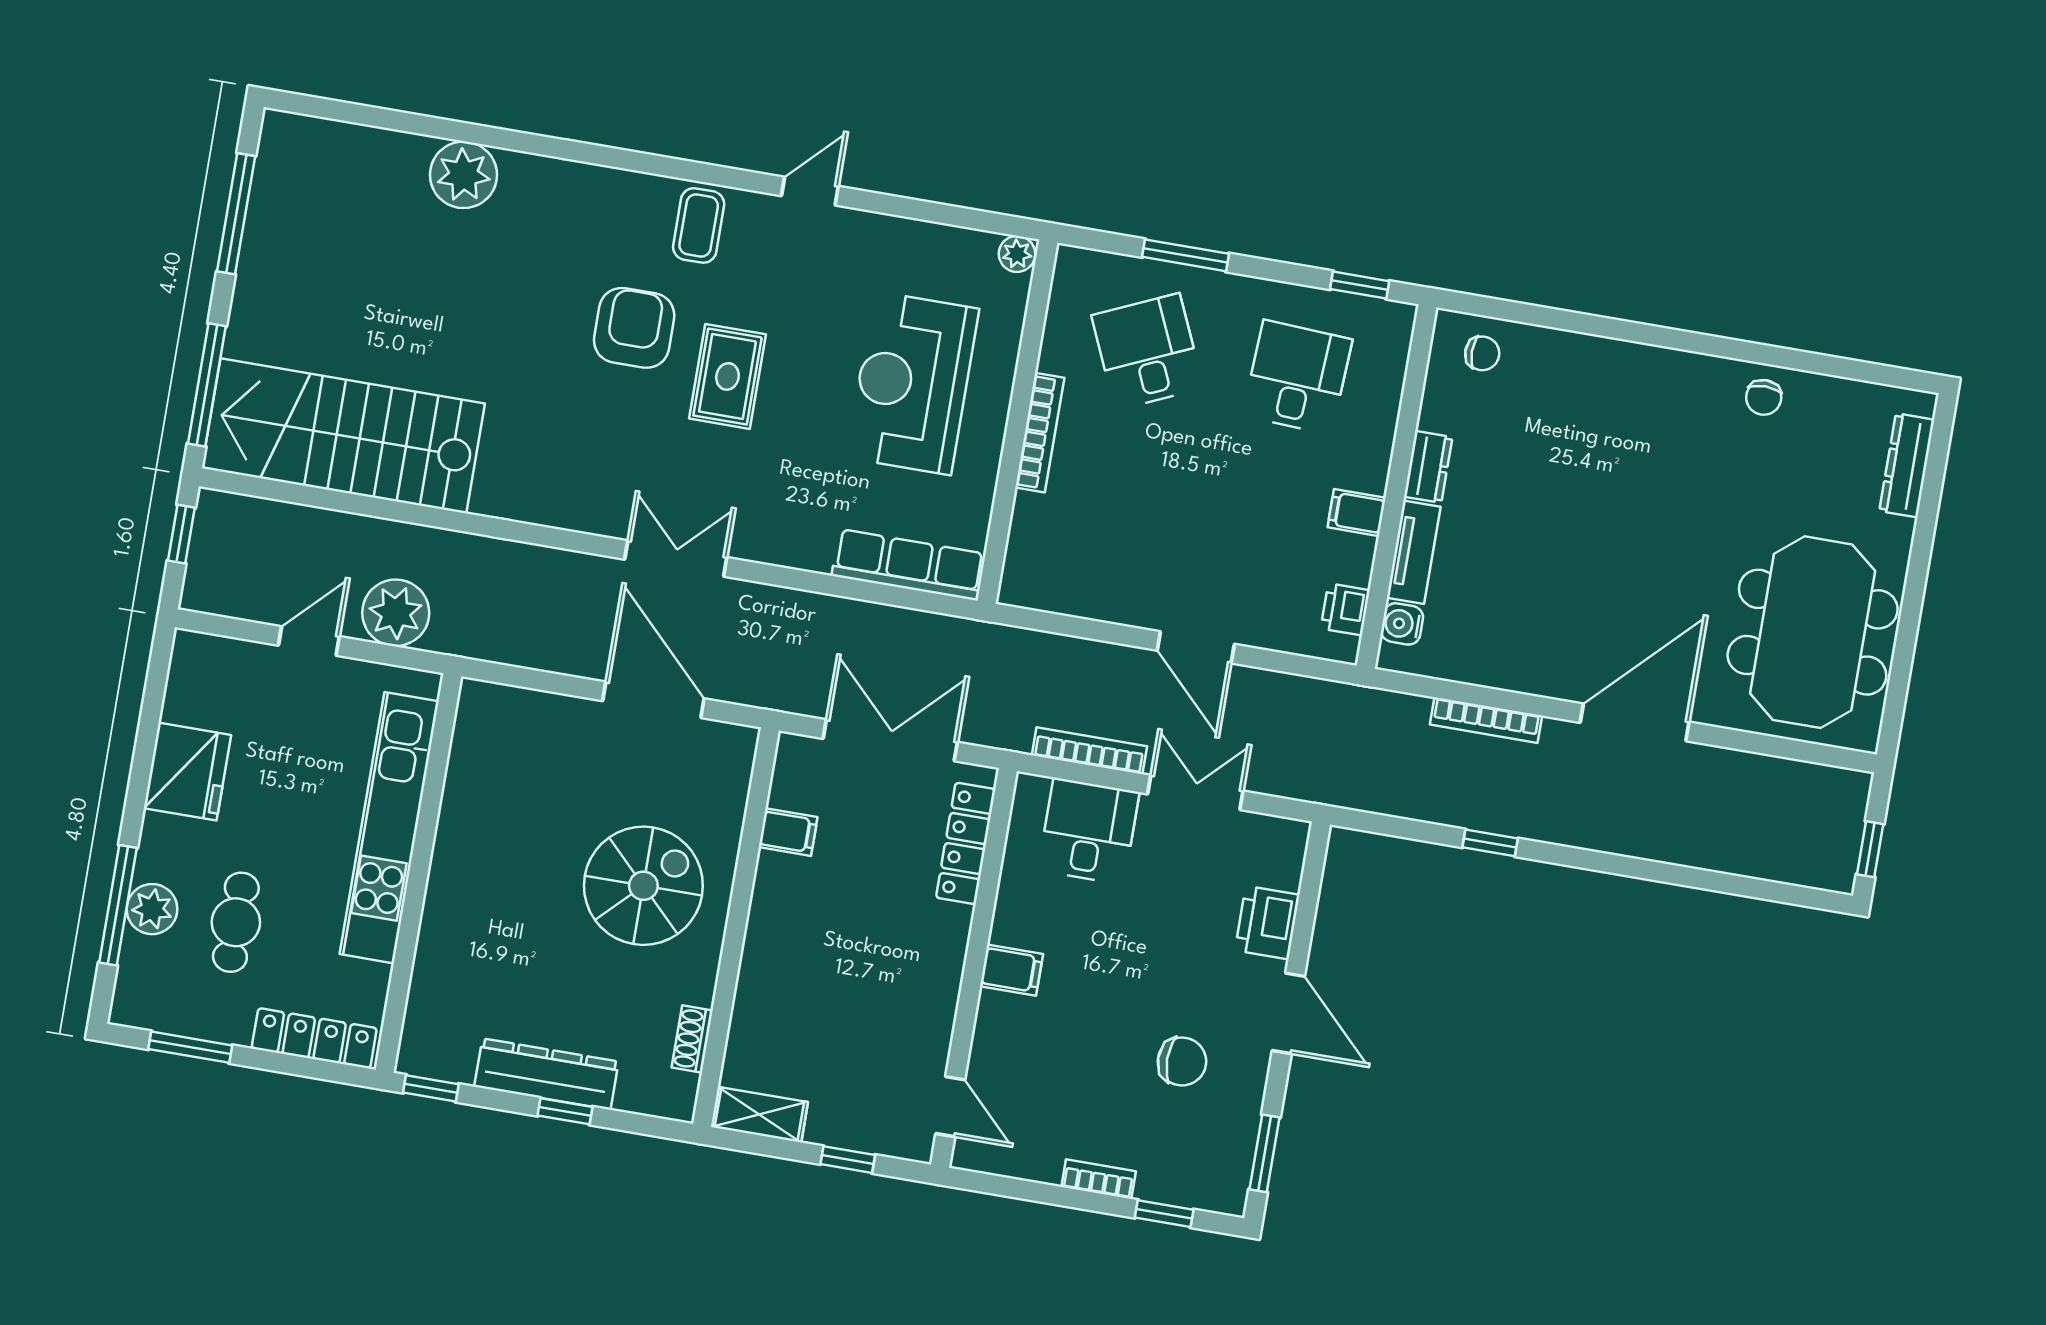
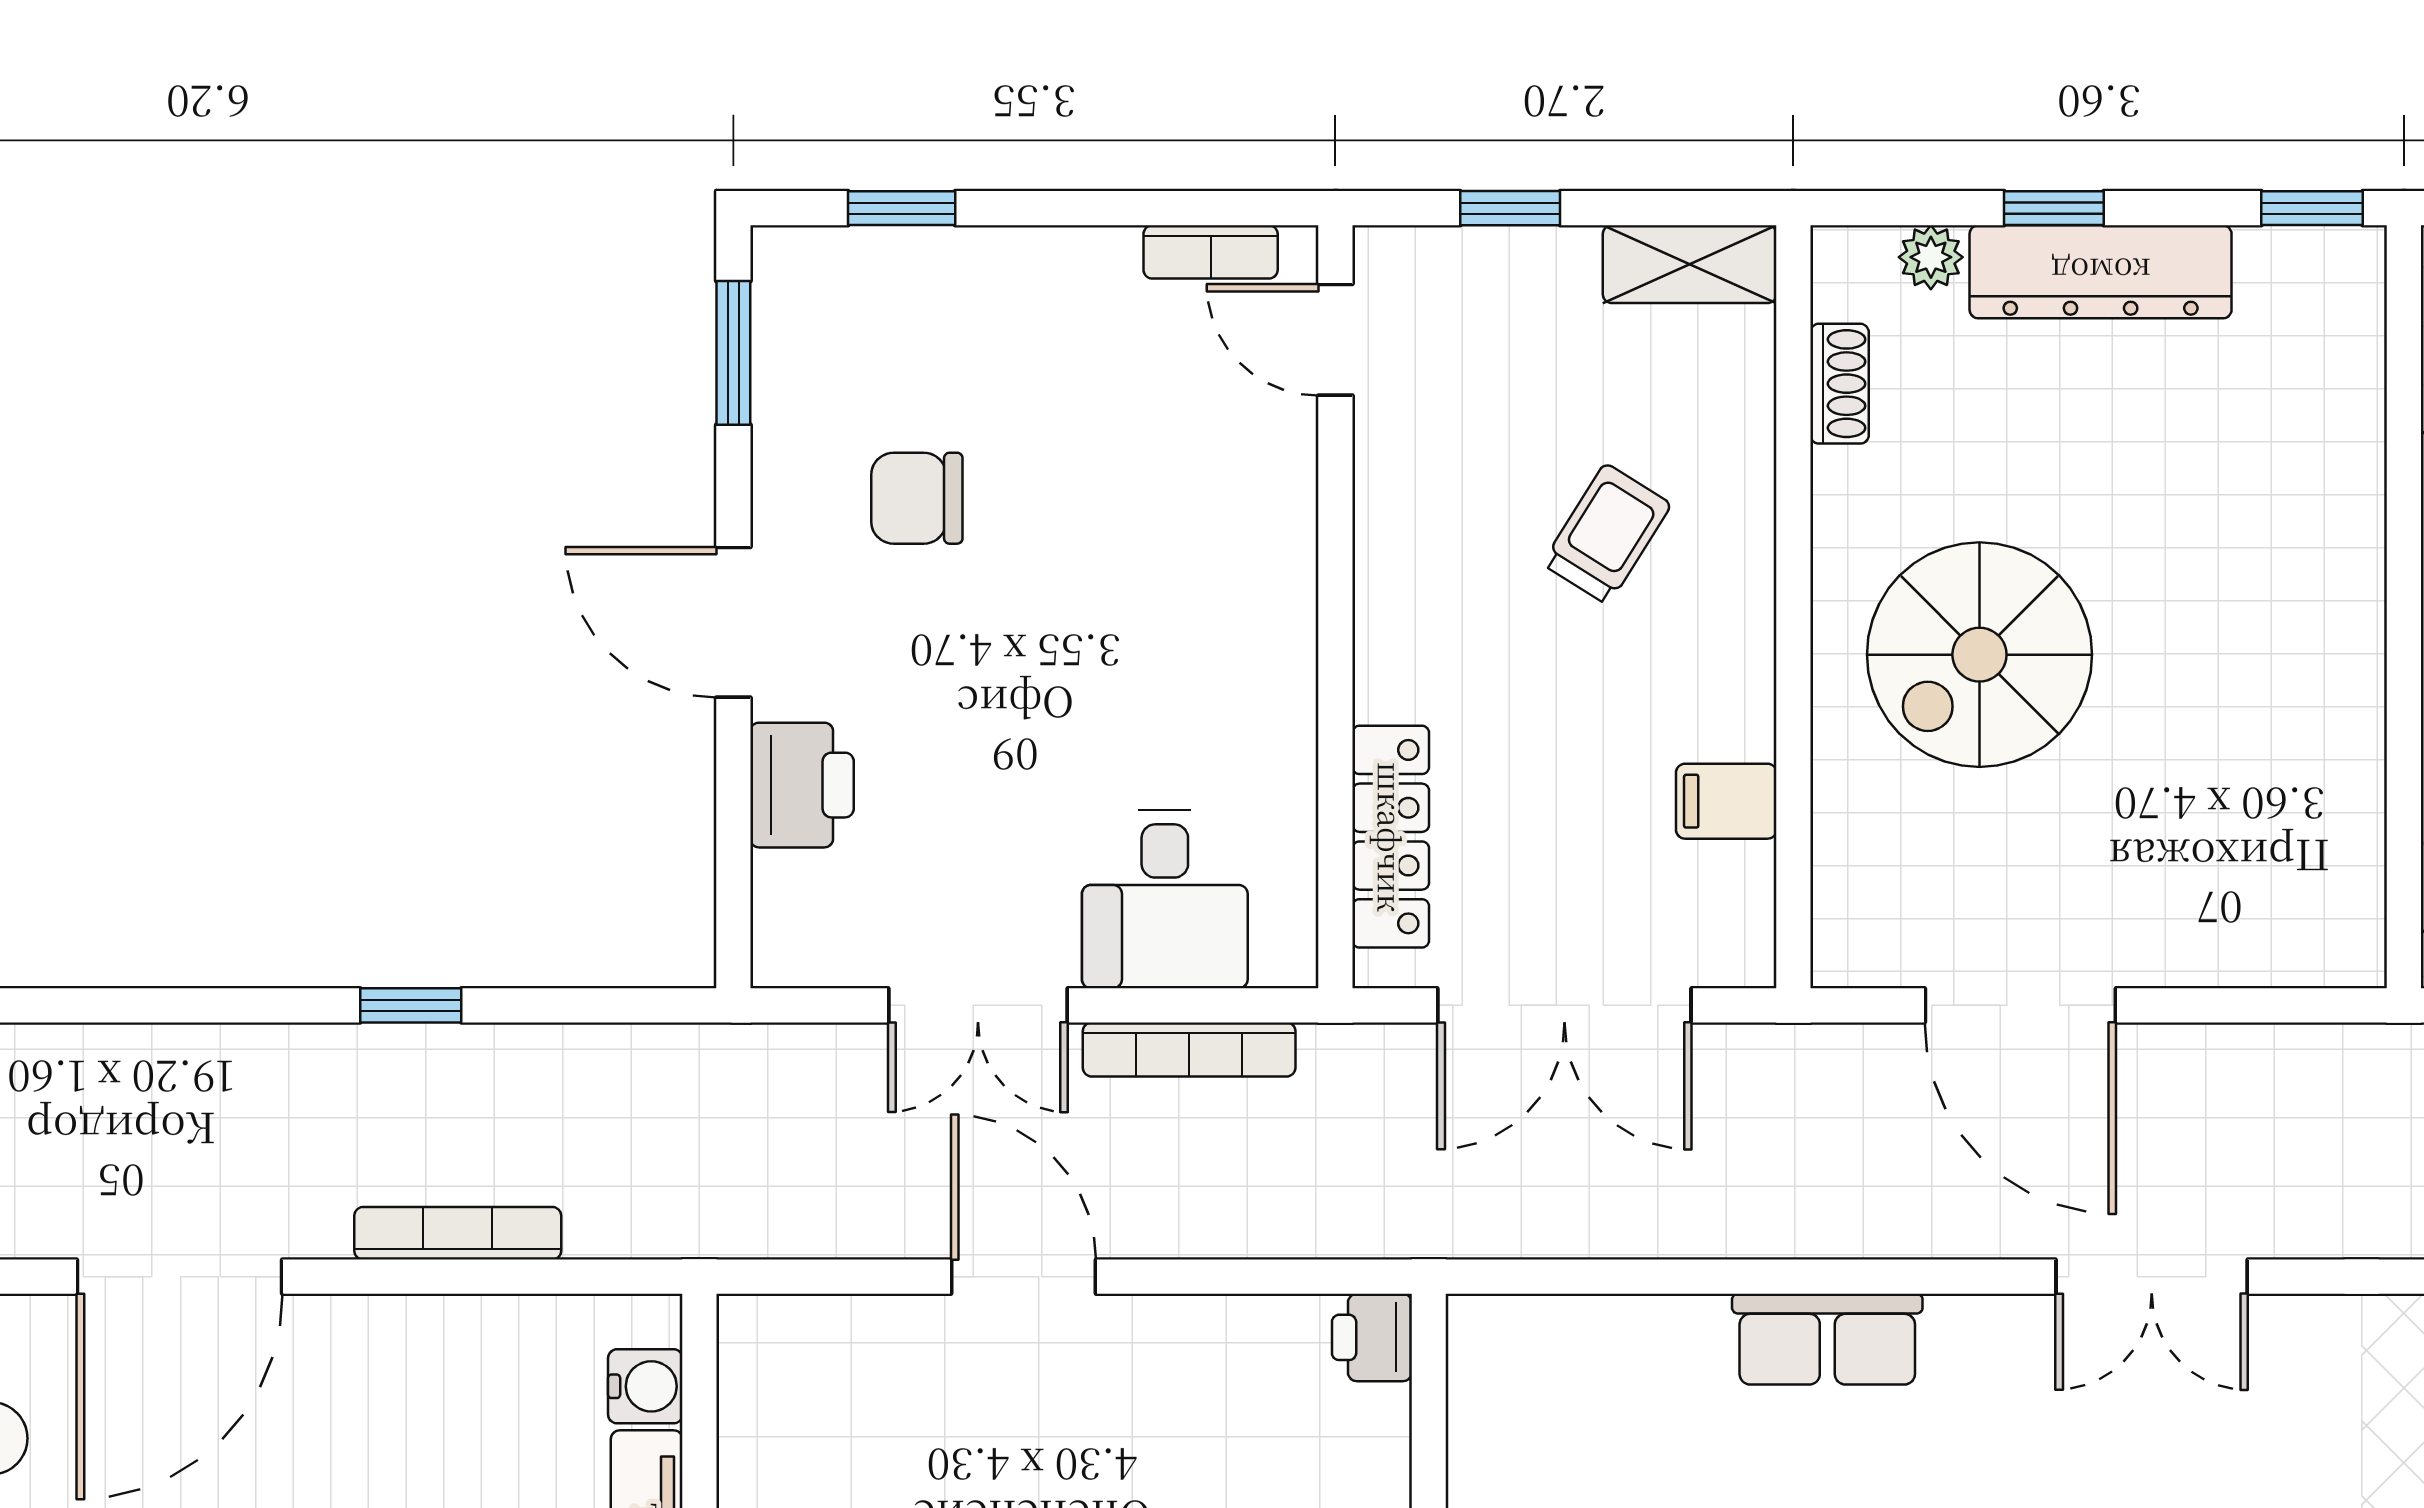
double door: (676, 558) -> (2152, 1277), moved
row of seats: (909, 565) -> (1827, 1339), moved, width x0.68
printer: (1345, 609) -> (1372, 1337), moved, turned 180
filing cabinet: (1011, 970) -> (1265, 615), removed
trolley: (827, 982) -> (1607, 534), added
plant: (633, 1097) -> (1931, 257), added
bookcase: (1099, 1179) -> (1211, 252), moved

